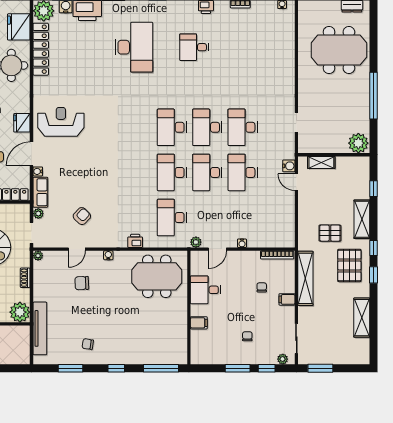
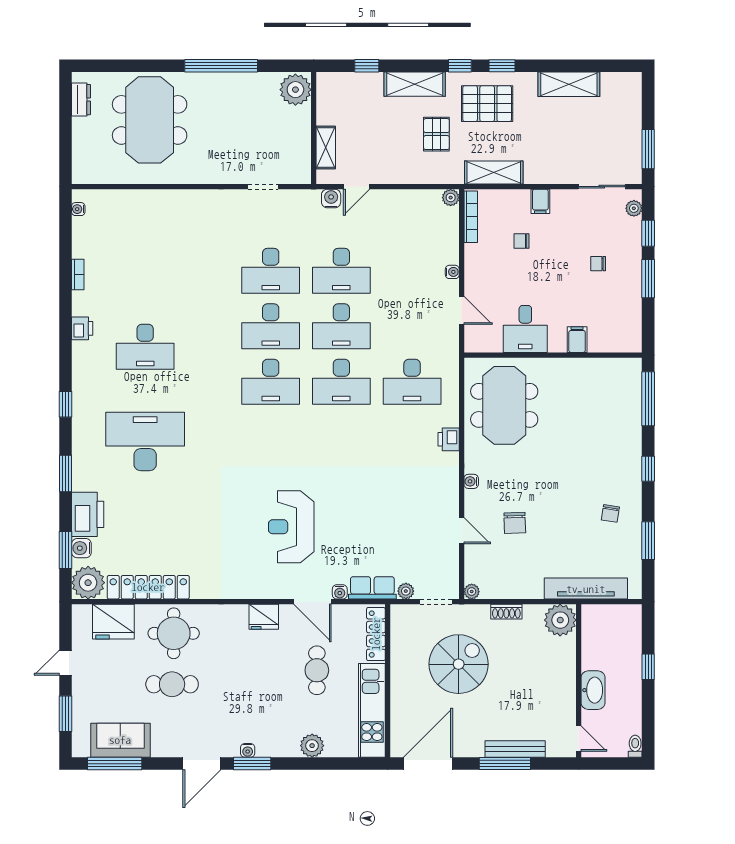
desk: (194, 47) -> (145, 347), width x1.37
reception desk: (61, 122) -> (291, 527), moved
armchair: (82, 216) -> (410, 523), removed
plant: (196, 242) -> (451, 198), moved
shelving: (305, 278) -> (494, 172), width x0.68

